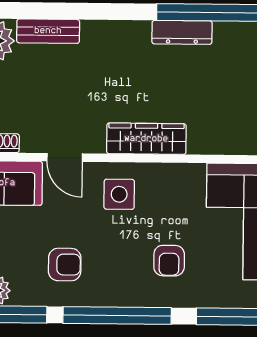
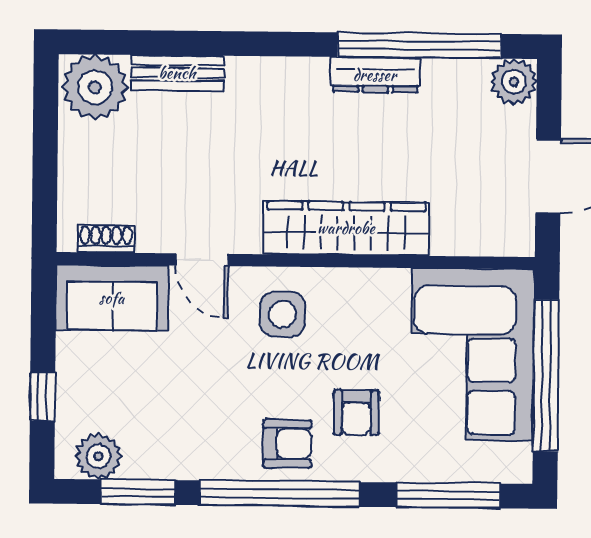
wardrobe: (146, 139) -> (346, 228), width x1.40, depth x1.17
armchair: (65, 265) -> (287, 444), moved

